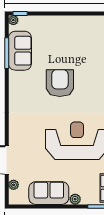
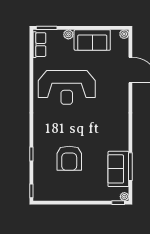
armchair: (60, 83) -> (69, 158), moved
plant: (14, 185) -> (124, 34), moved

